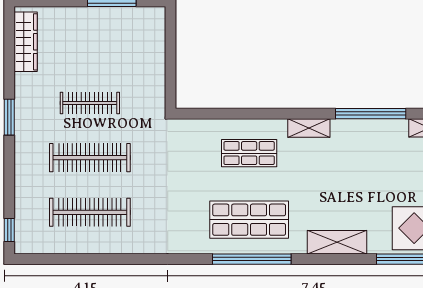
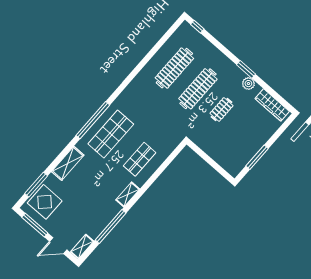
plant: (25, 98) -> (248, 84), added
clothes rail: (90, 103) -> (222, 109), width x0.73

